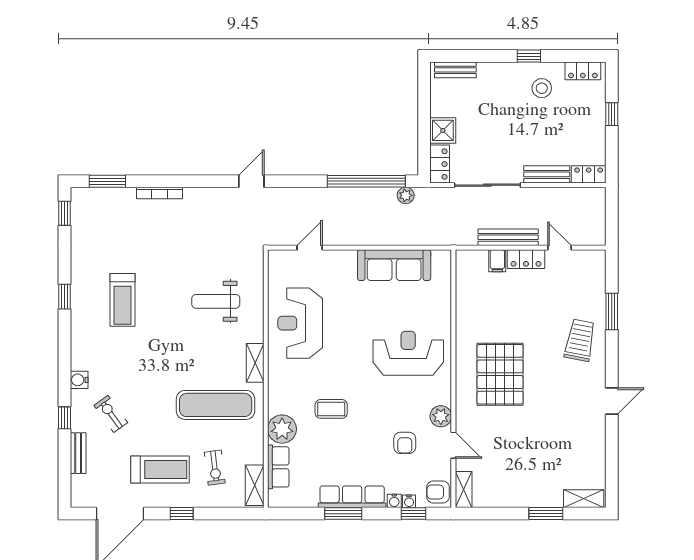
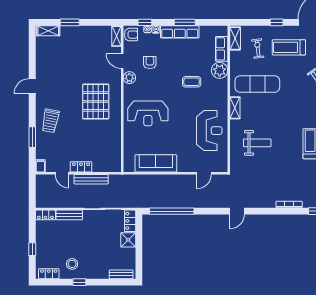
plant: (406, 195) -> (149, 203), removed
filing cabinet: (497, 261) -> (40, 166), moved

